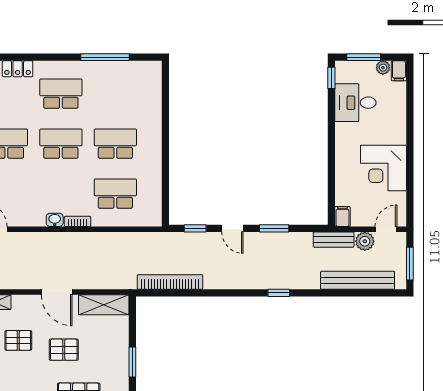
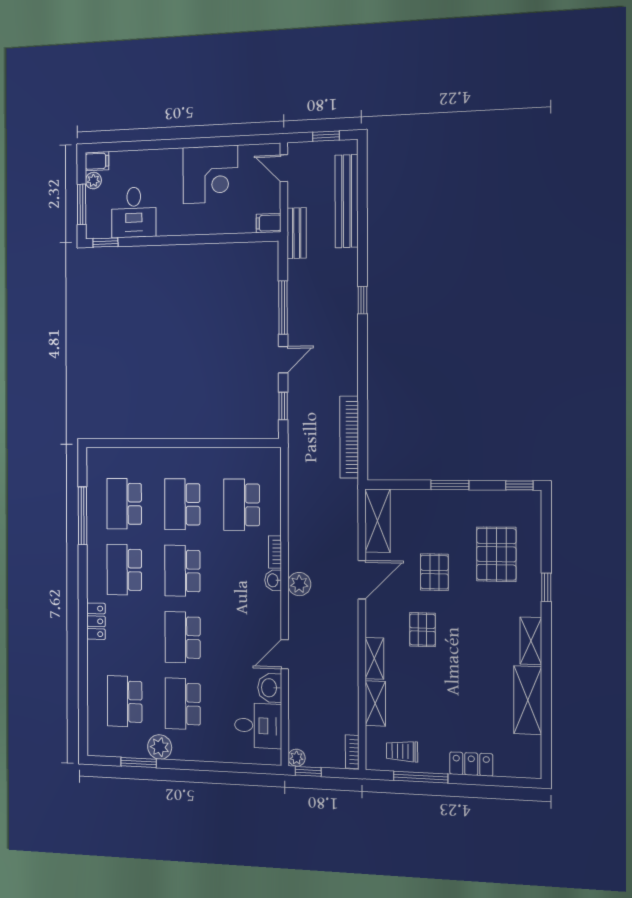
school desk: (115, 94) -> (124, 504), added
window: (274, 228) -> (283, 308), width x1.44
plant: (365, 241) -> (299, 584), moved
window: (410, 264) -> (326, 136), width x0.67

